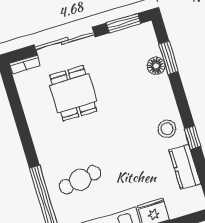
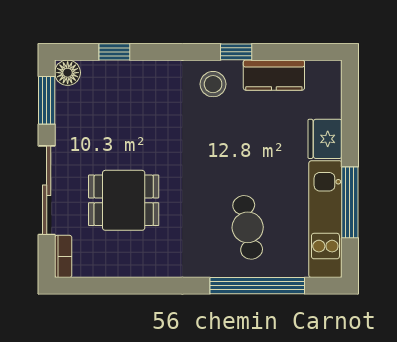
window: (169, 58) -> (114, 52), width x0.67
floor lamp: (156, 66) -> (68, 73), moved

